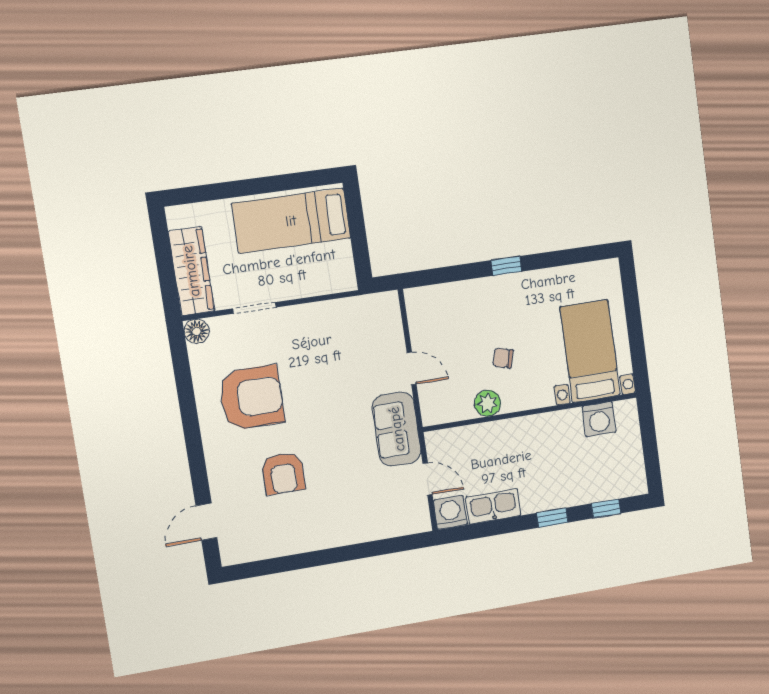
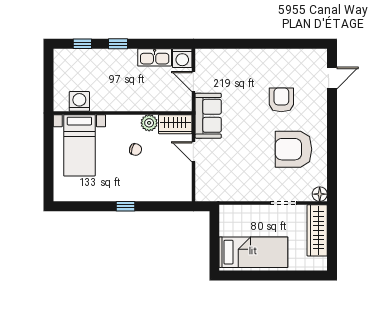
wardrobe: (447, 408) -> (175, 124), added

